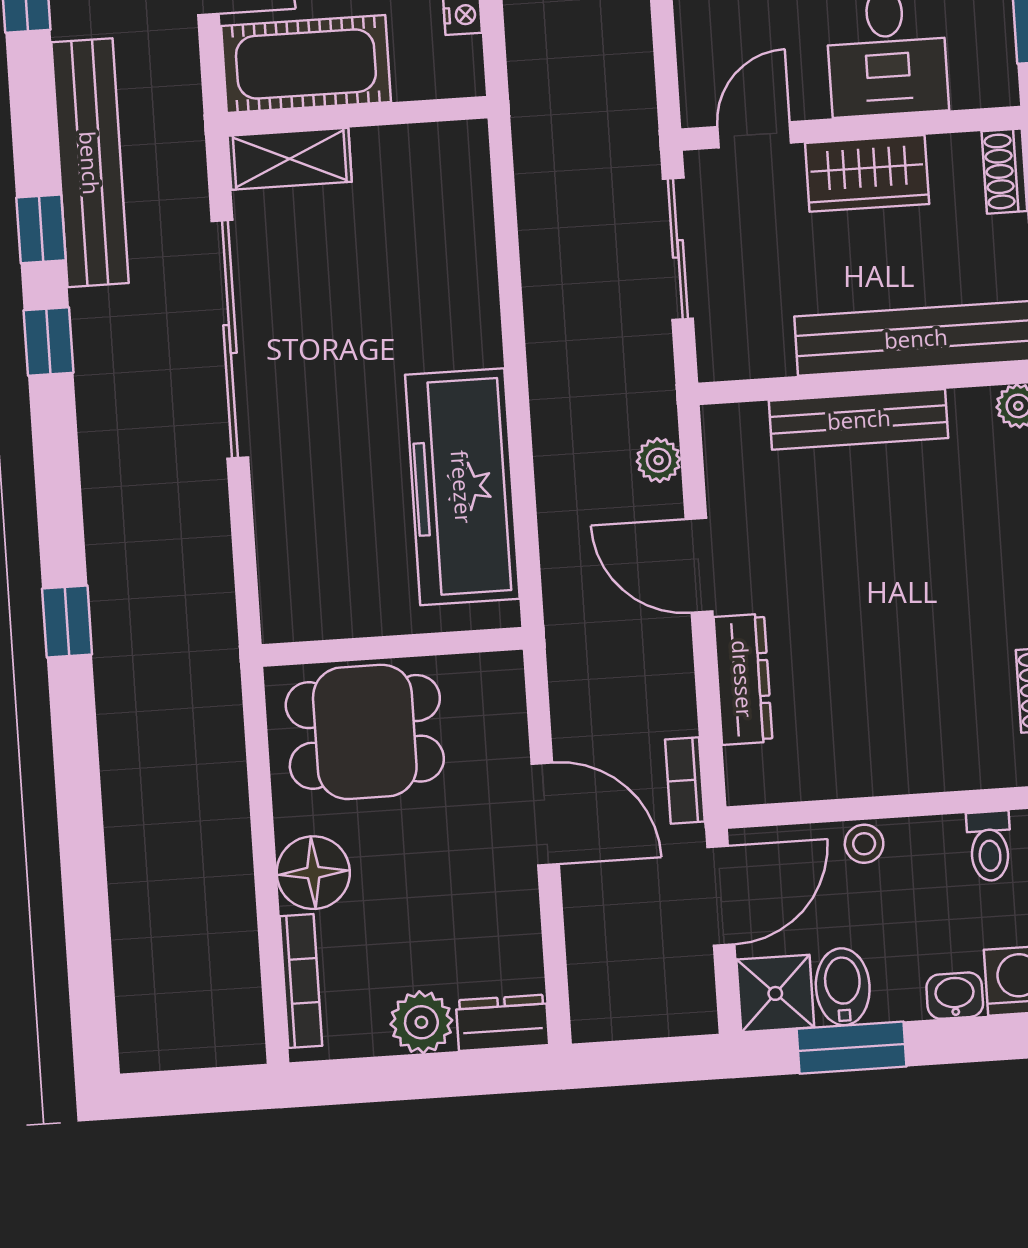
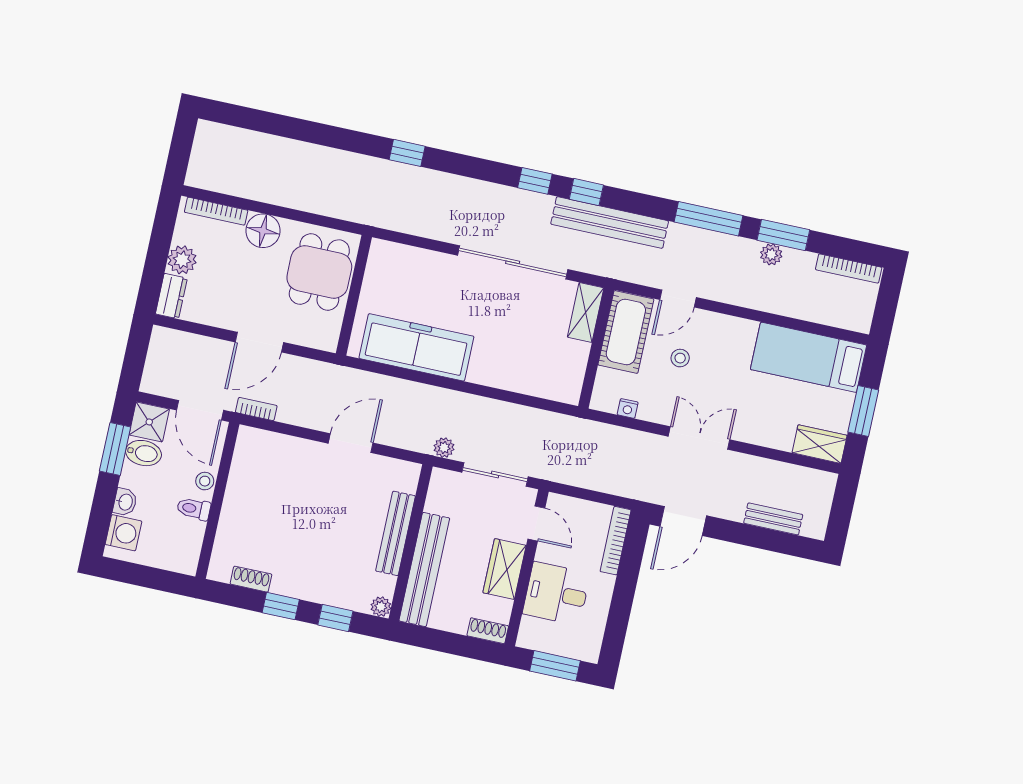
plant: (659, 460) -> (444, 448), moved
dresser: (743, 679) -> (294, 448), removed
toilet: (989, 846) -> (194, 509), moved

